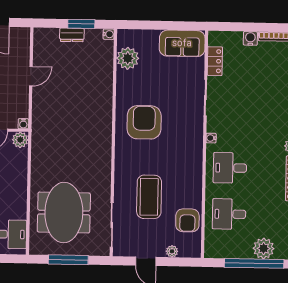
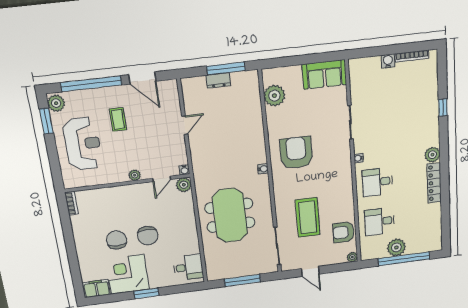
window: (81, 24) -> (226, 68), width x1.44
water cooler: (109, 34) -> (263, 169), moved
locker: (215, 61) -> (356, 87), removed
meeting table: (64, 213) -> (230, 215), moved
armchair: (187, 220) -> (343, 232), turned 90
plant: (264, 248) -> (396, 247), moved
plant: (172, 251) -> (352, 257), moved

